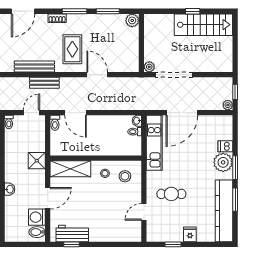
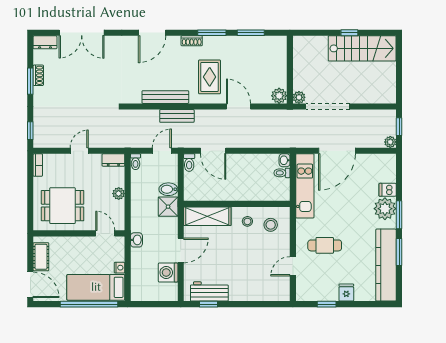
plant: (132, 20) -> (279, 96), moved
bidet: (37, 232) -> (168, 189), moved

